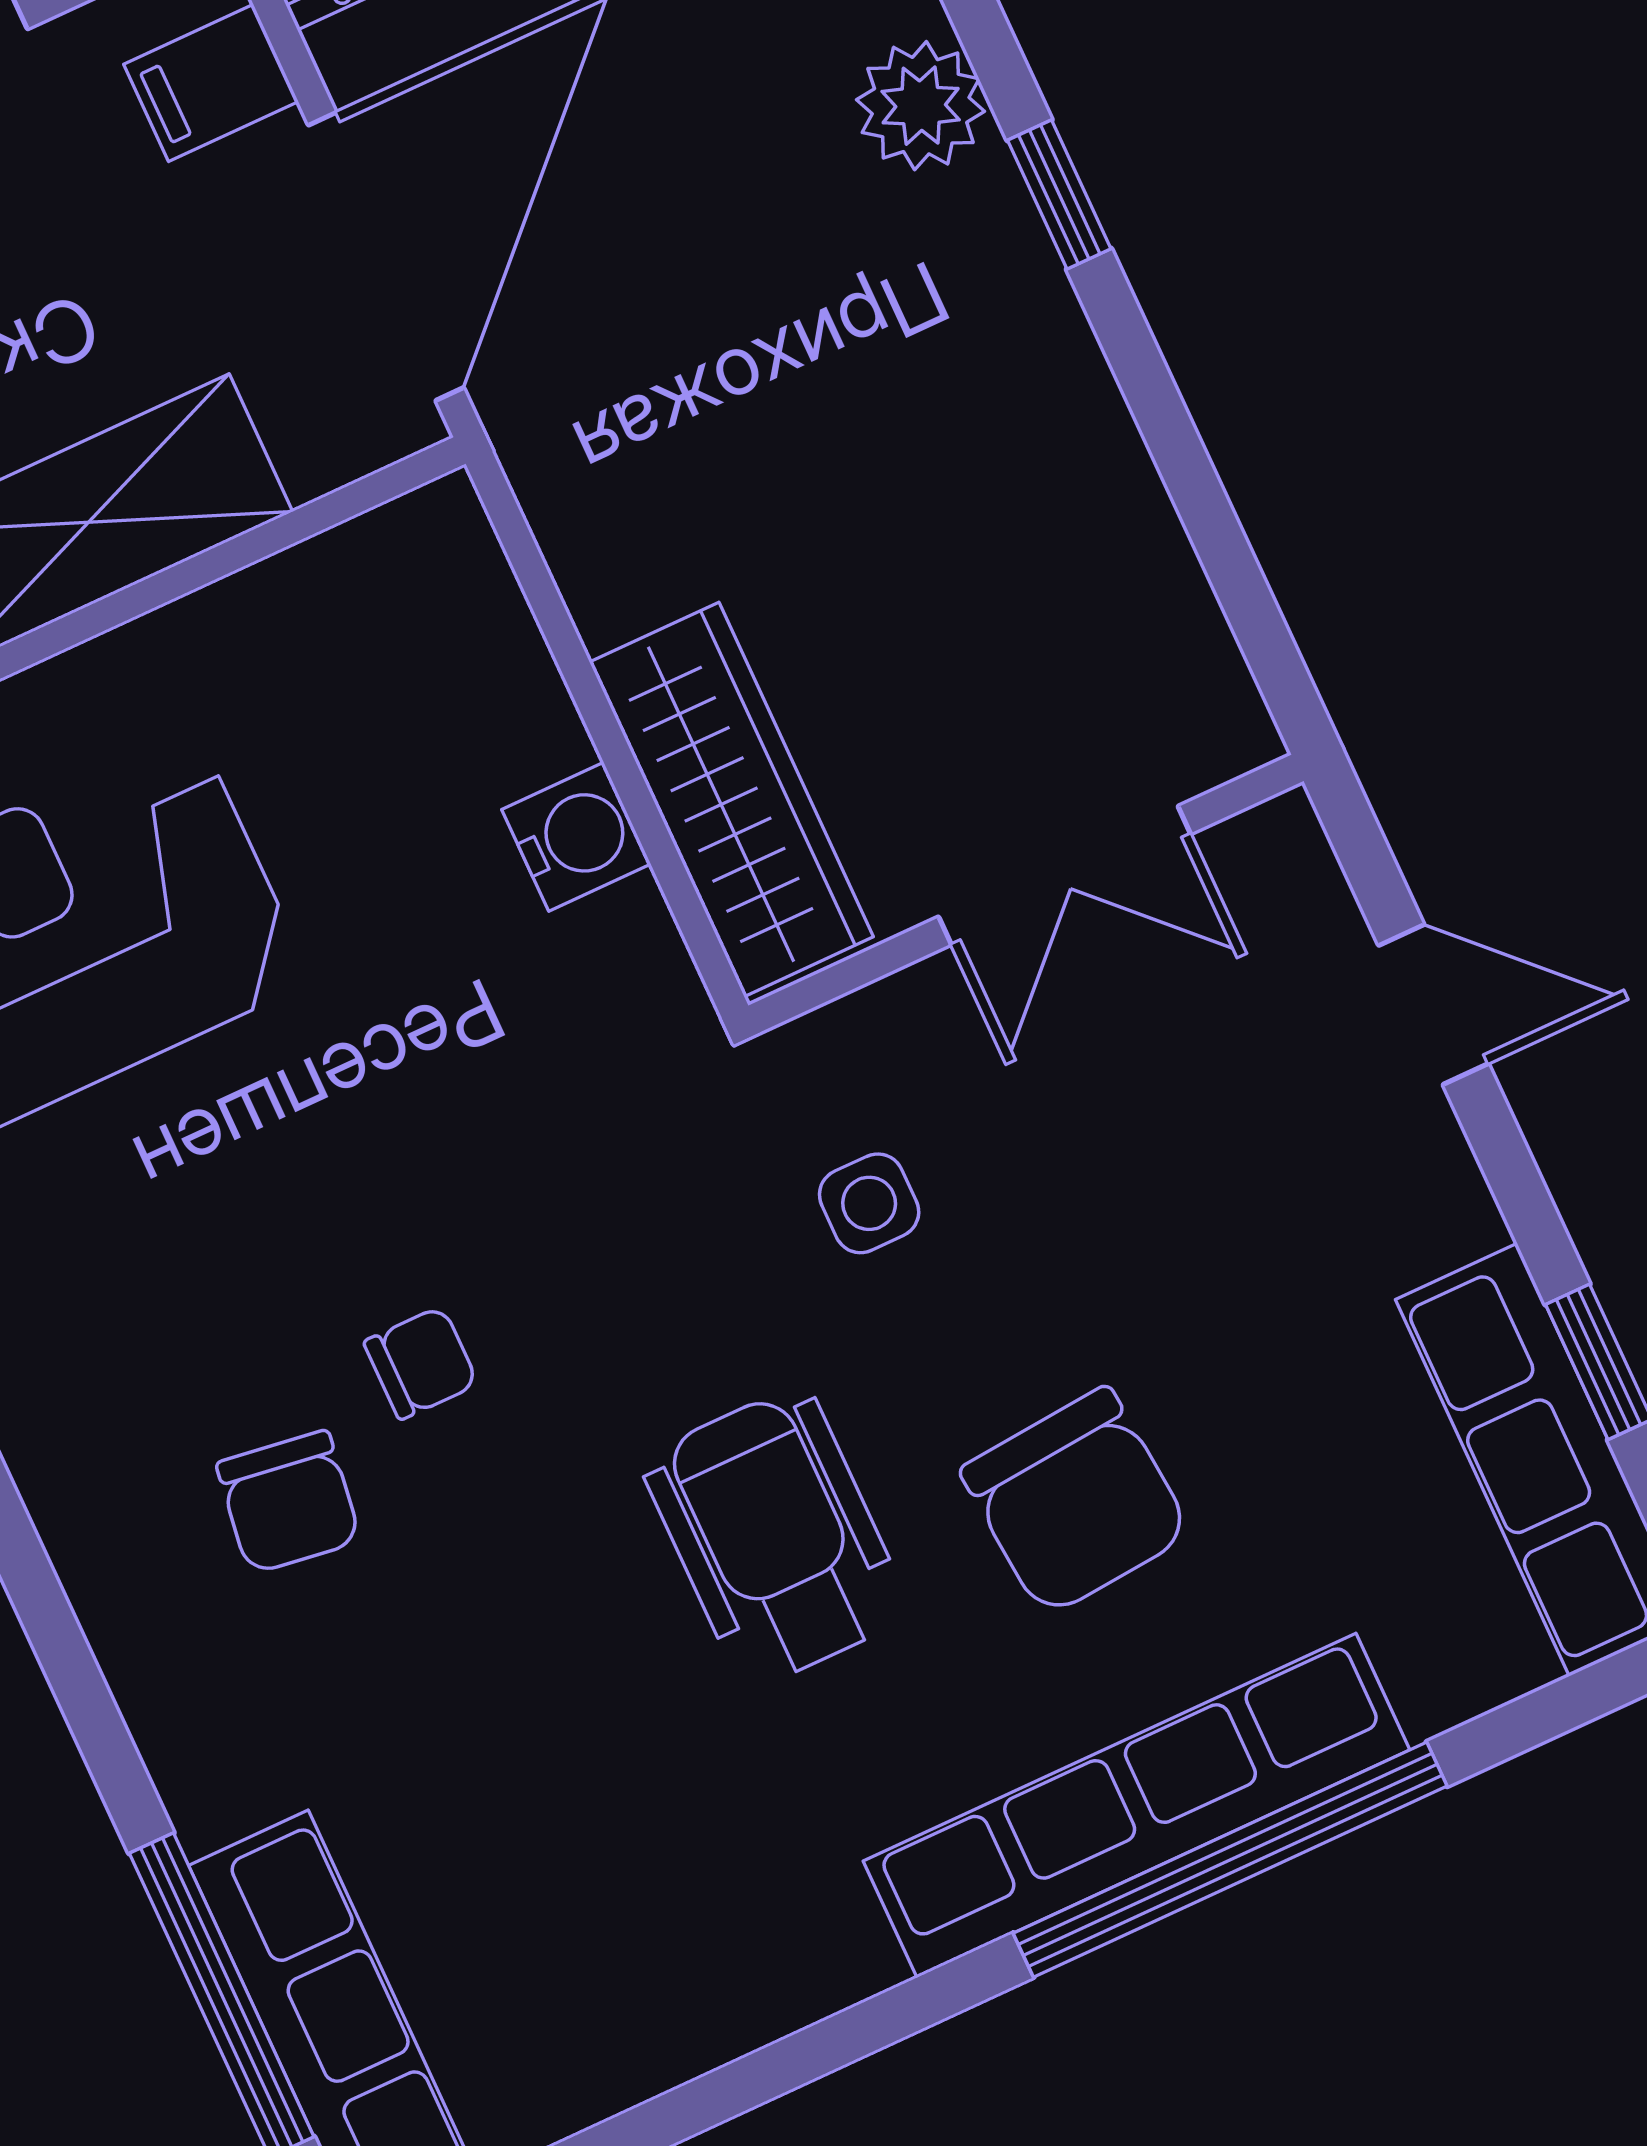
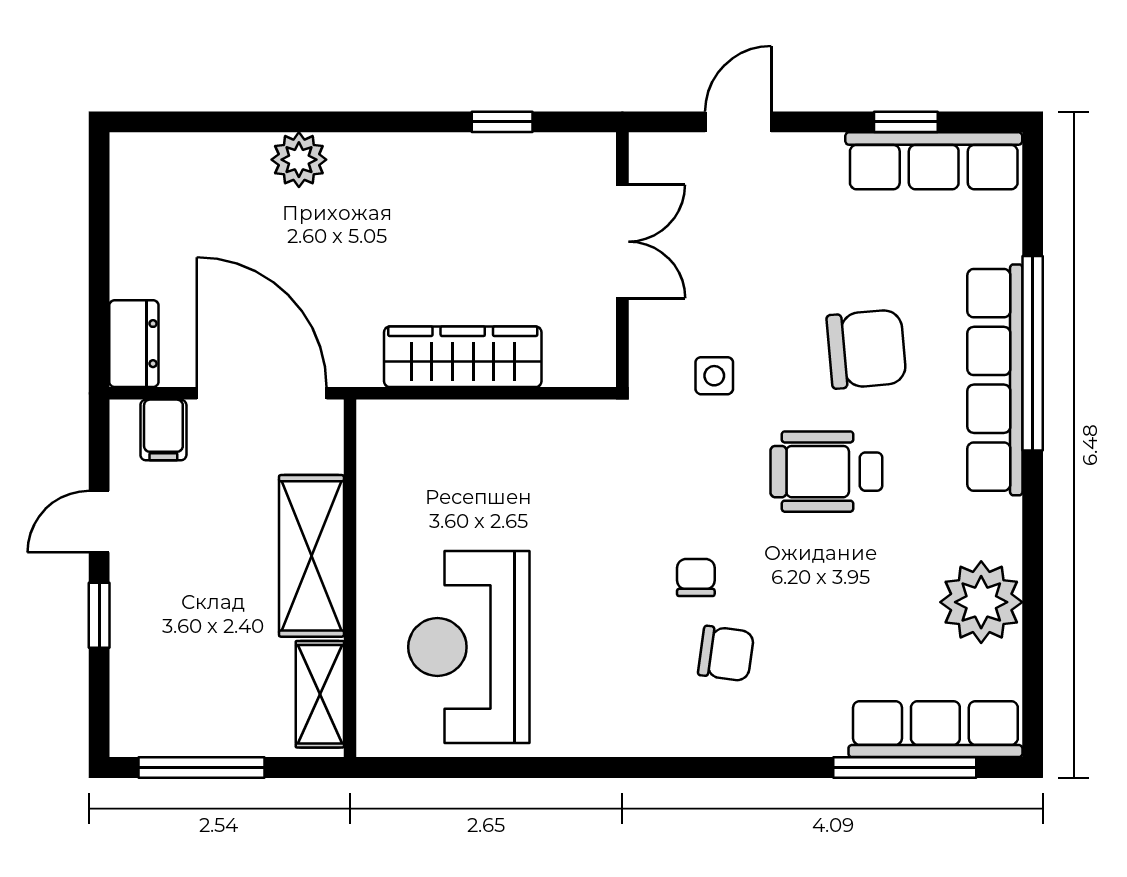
window: (1059, 194) -> (502, 122), moved
wardrobe: (731, 799) -> (463, 357), moved
water cooler: (576, 837) -> (520, 423), removed
plant: (650, 1995) -> (981, 602), added

